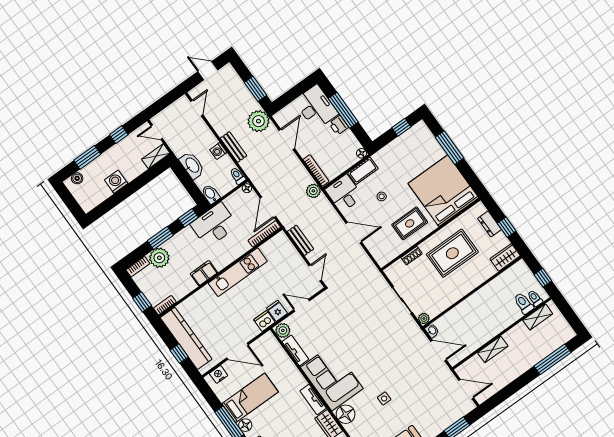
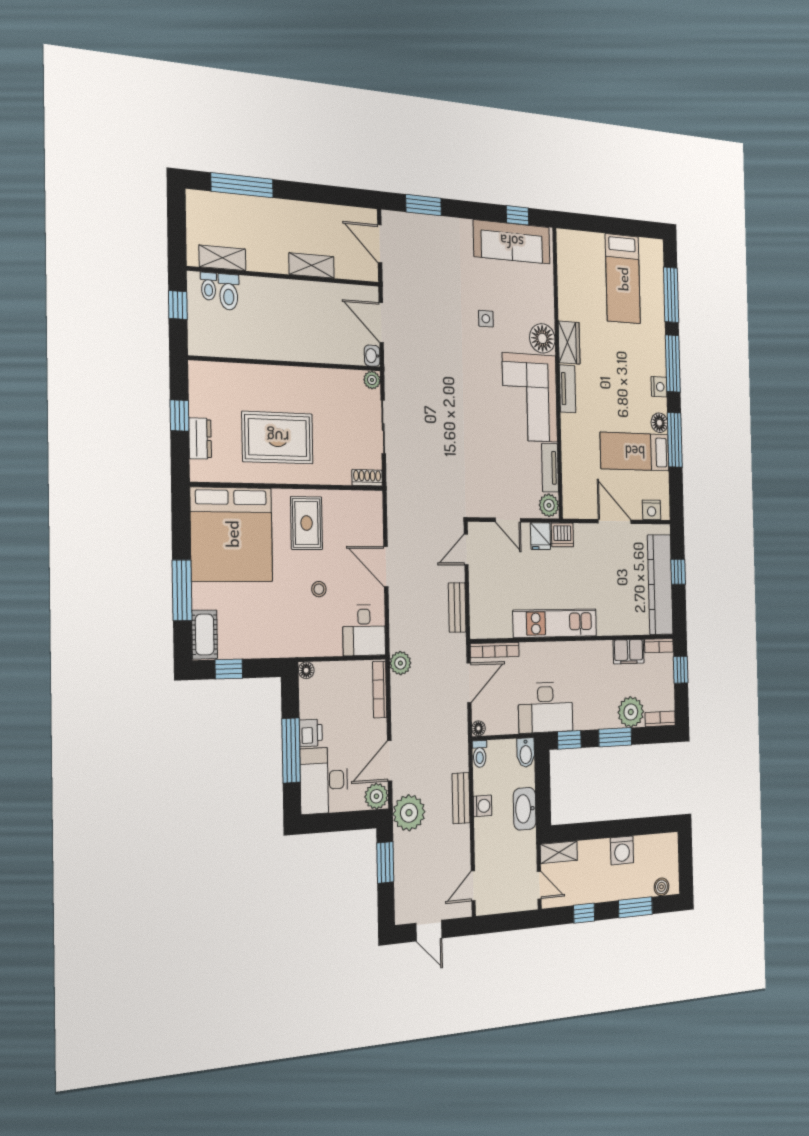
plant: (282, 118) -> (376, 796), added
cot: (363, 171) -> (205, 635), moved, turned 90
rug: (410, 223) -> (307, 523), turned 90
shoe rack: (412, 256) -> (367, 478), moved
wardrobe: (505, 257) -> (211, 375), removed
filing cabinet: (204, 273) -> (629, 652), moved

